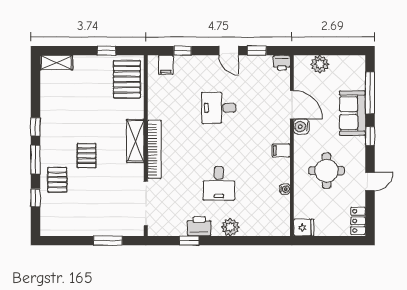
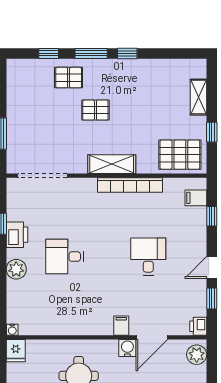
shelving: (56, 63) -> (198, 97), moved
plant: (320, 64) -> (197, 355), moved
bookcase: (154, 149) -> (130, 185), moved
filing cabinet: (281, 150) -> (121, 326), moved
water cooler: (285, 189) -> (12, 330), moved

